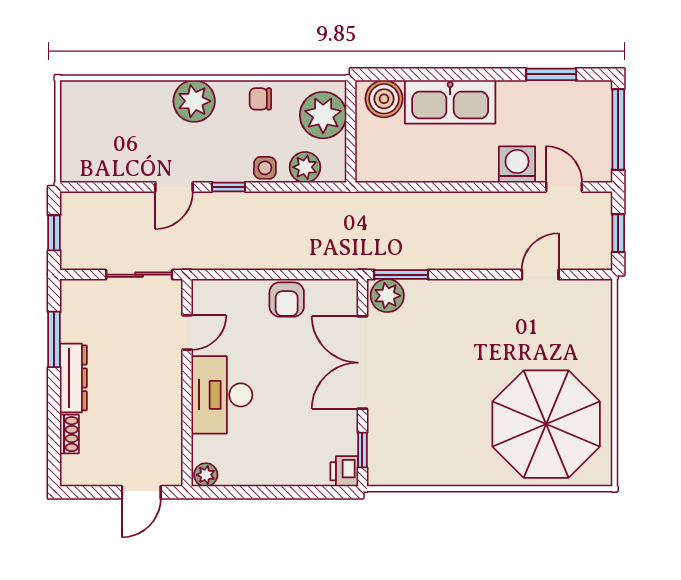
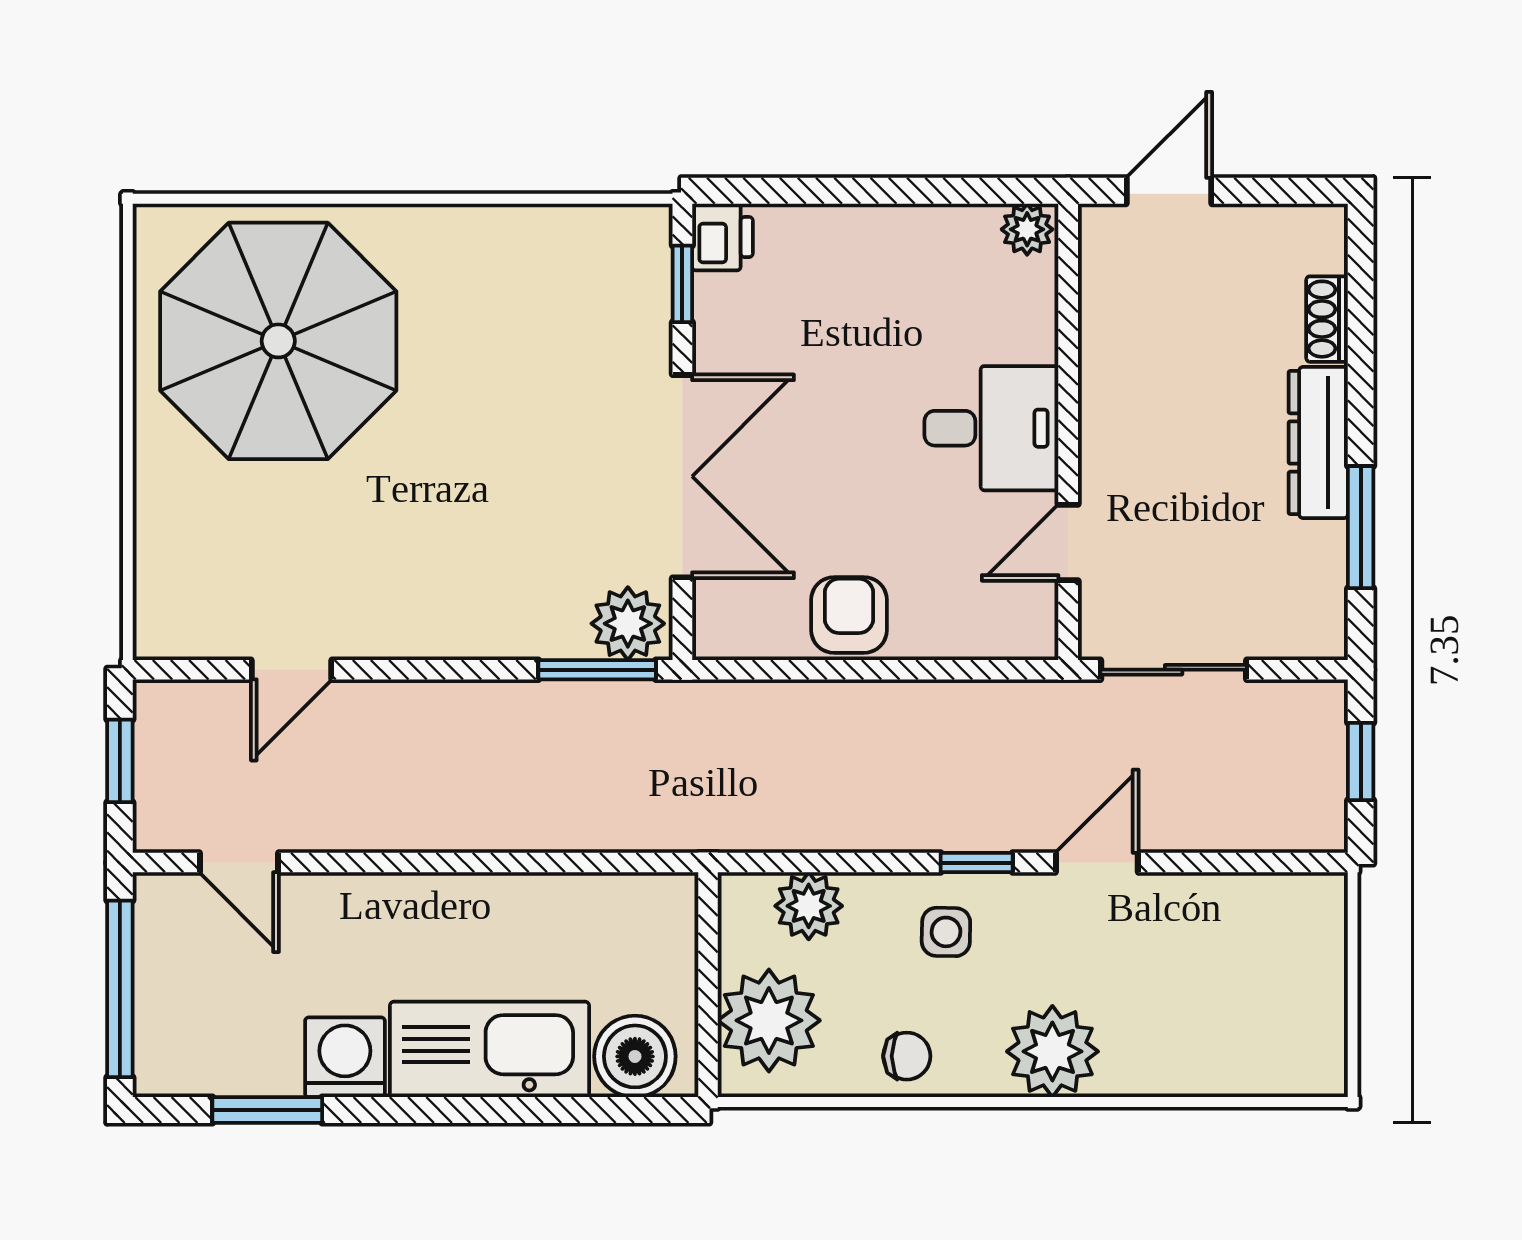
washing machine: (517, 164) -> (345, 1057), moved, turned 180
side table: (265, 168) -> (946, 932), moved
desk: (222, 395) -> (991, 428), width x0.73

